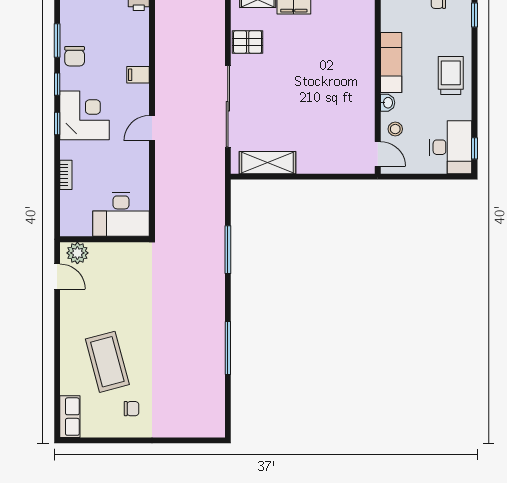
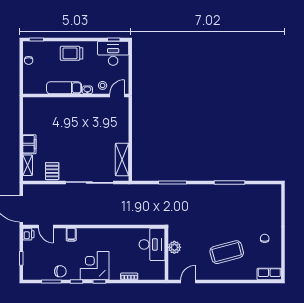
door: (152, 128) -> (46, 226), moved
plant: (77, 253) -> (174, 247), moved
coffee table: (107, 362) -> (227, 252), moved

